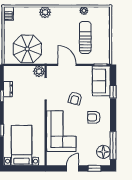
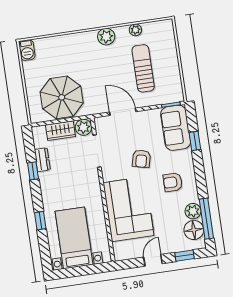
plant: (45, 12) -> (106, 37), moved
wardrobe: (23, 71) -> (60, 131), added
plant: (105, 139) -> (193, 211), added

